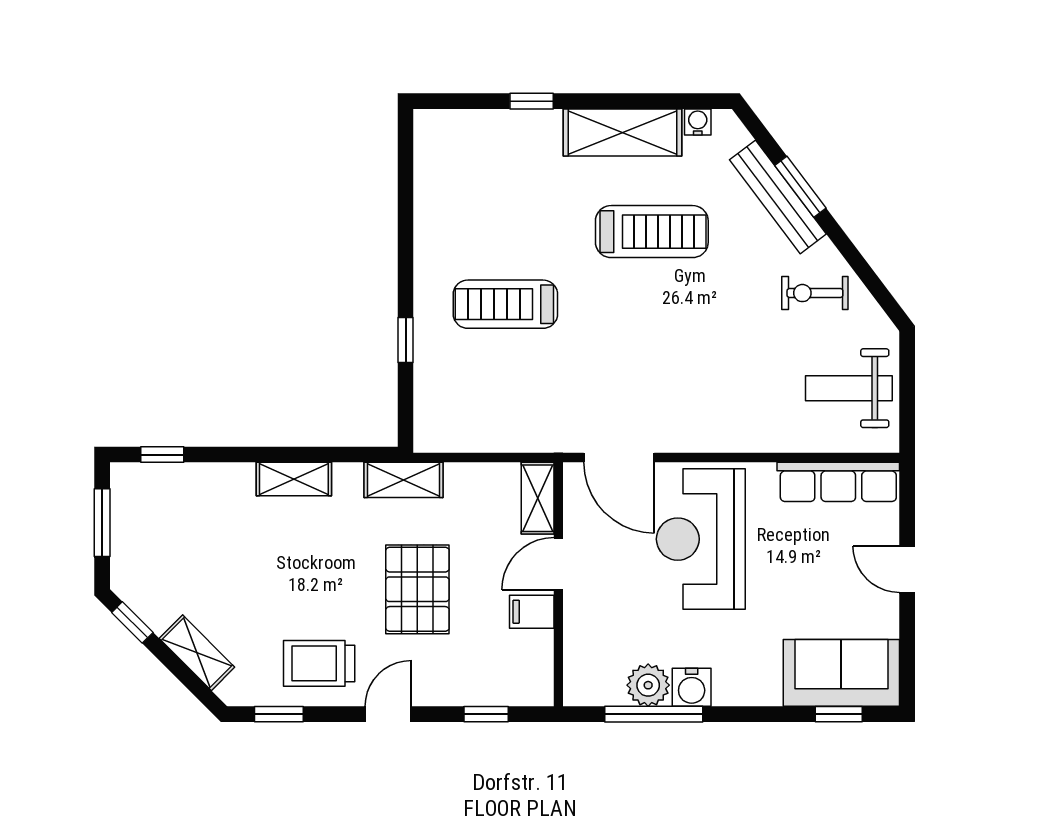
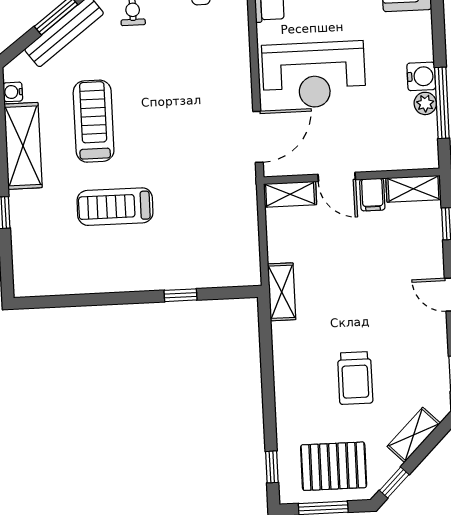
treadmill: (505, 304) -> (115, 207), moved, turned 90
shelving: (294, 479) -> (413, 189), moved, turned 90
pallet: (417, 589) -> (334, 466), moved
trolley: (319, 663) -> (355, 378), moved
plant: (648, 685) -> (425, 103), width x0.73, depth x0.73

